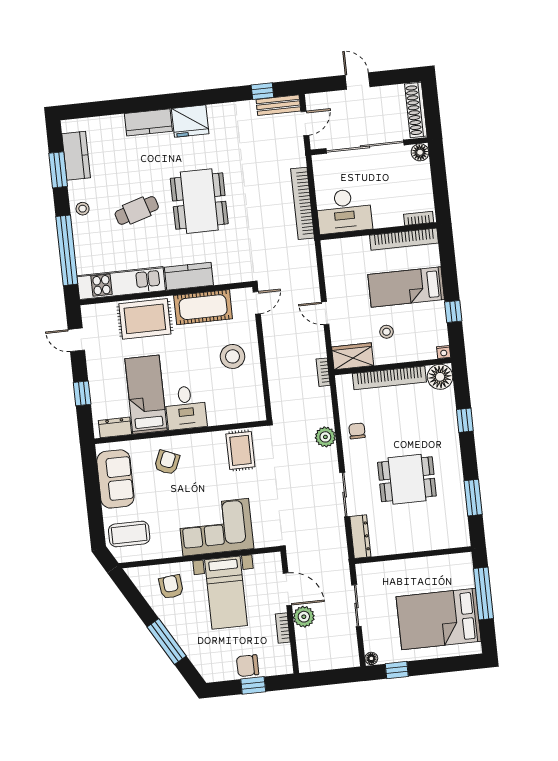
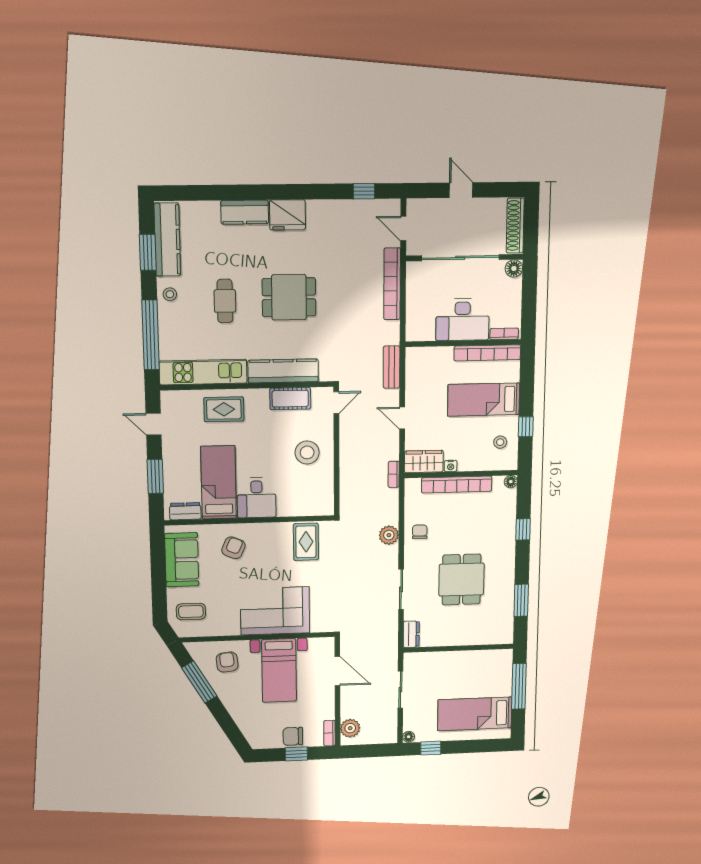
bench: (278, 105) -> (392, 367), moved, turned 90
door: (305, 123) -> (403, 229), swing flipped
kitchen counter: (76, 156) -> (167, 240), width x1.50
dining table: (199, 201) -> (289, 297), width x0.73
bookcase: (303, 203) -> (392, 284), moved
cafe table: (137, 210) -> (225, 301), turned -73
desk: (344, 211) -> (462, 320), moved
kitchen counter: (189, 276) -> (283, 371), width x1.50
cot: (203, 307) -> (290, 399), width x0.73, depth x0.75
rug: (145, 319) -> (224, 409), width x0.73, depth x0.70
stool: (386, 332) -> (500, 442), moved
nightstand: (444, 352) -> (451, 466), moved
floor lamp: (440, 377) -> (511, 482), width x0.53, depth x0.53
window: (82, 393) -> (155, 476), width x1.50
dining table: (407, 479) -> (461, 579), turned 90
coffee table: (129, 534) -> (191, 612), width x0.73, depth x0.77
dresser: (360, 537) -> (411, 634), width x0.70
plant: (304, 617) -> (350, 728), moved
bed: (439, 619) -> (475, 714), width x0.67
bookcase: (283, 628) -> (329, 733), moved
window: (167, 641) -> (199, 682), moved

